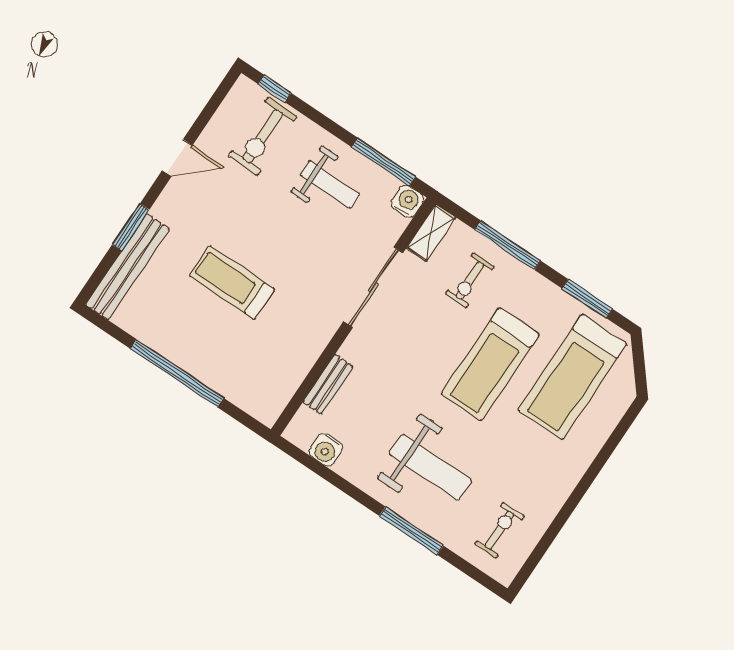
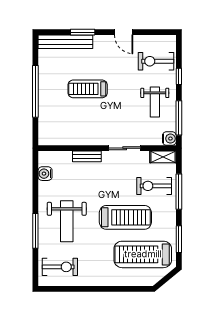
window: (275, 89) -> (179, 76), moved
exercise bike: (470, 280) -> (154, 186), width x1.38, depth x1.39
treadmill: (232, 282) -> (88, 89), turned -90
sliding door: (373, 287) -> (125, 148), width x0.73
treadmill: (490, 364) -> (125, 217), turned 180
bench: (328, 384) -> (87, 156), moved
exercise bike: (500, 530) -> (60, 267), width x1.38, depth x1.39

